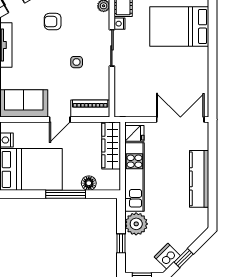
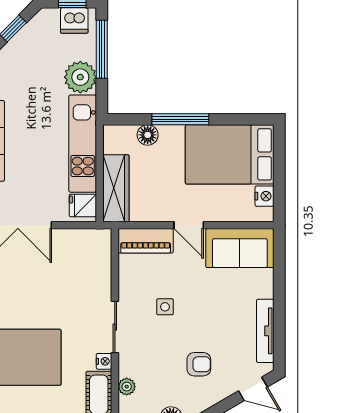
door: (60, 120) -> (189, 225), swing flipped
window: (121, 243) -> (102, 49), width x2.17
dishwasher: (167, 256) -> (74, 21), moved, turned 45

